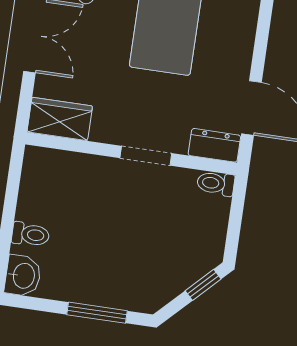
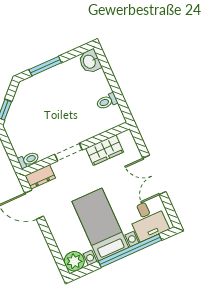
wardrobe: (60, 119) -> (105, 150), moved
toilet: (31, 234) -> (107, 101), moved

